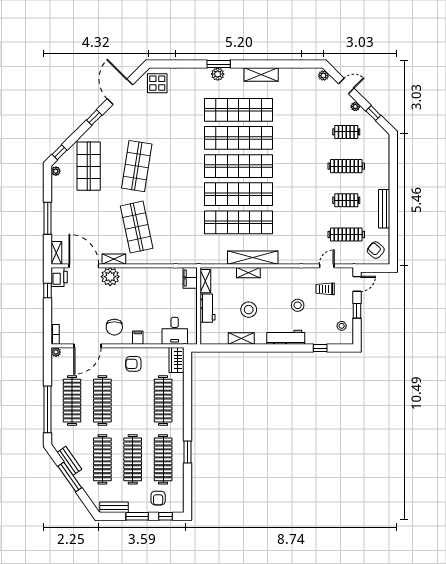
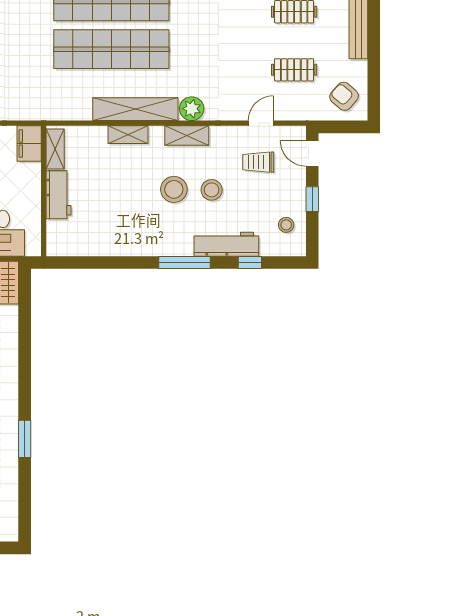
clothes rail: (346, 234) -> (294, 70), width x0.73
plant: (286, 257) -> (192, 109), added
door: (357, 284) -> (312, 154), swing flipped
stool: (249, 310) -> (174, 189), moved
workbench: (286, 337) -> (226, 244), moved
shelving: (241, 339) -> (187, 136), moved
window: (282, 348) -> (185, 262), added

